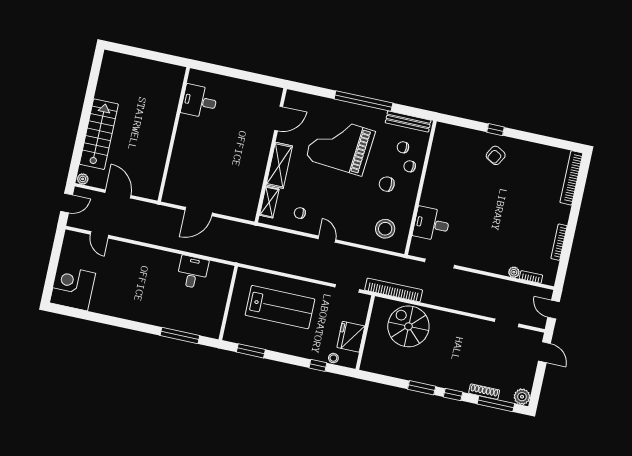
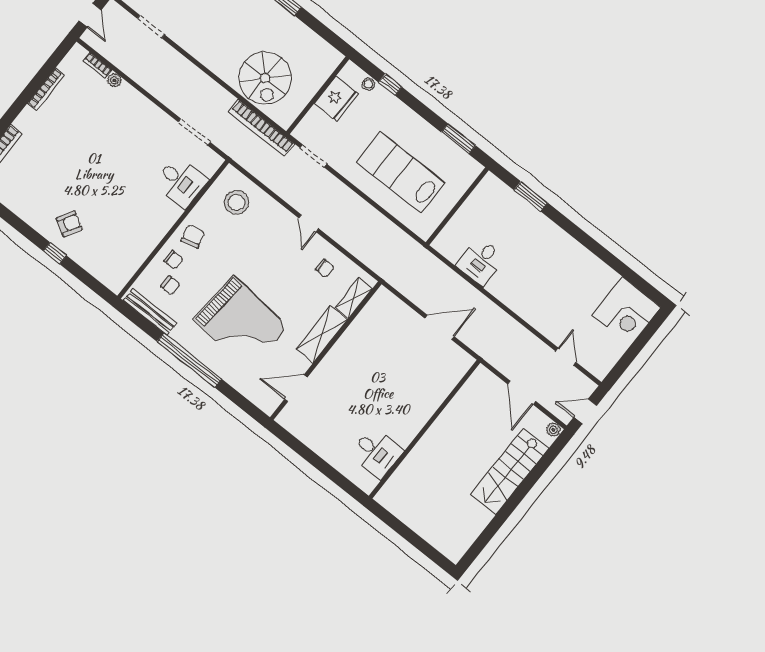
chair: (387, 184) -> (193, 236), moved, turned -104
window: (180, 335) -> (531, 196), width x0.69

